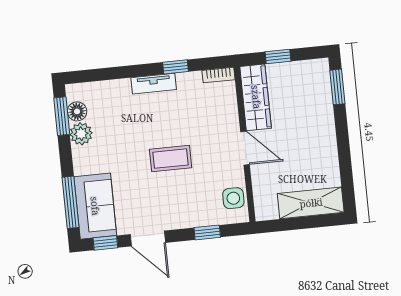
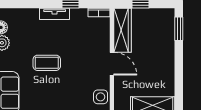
coffee table: (171, 159) -> (47, 63), moved

